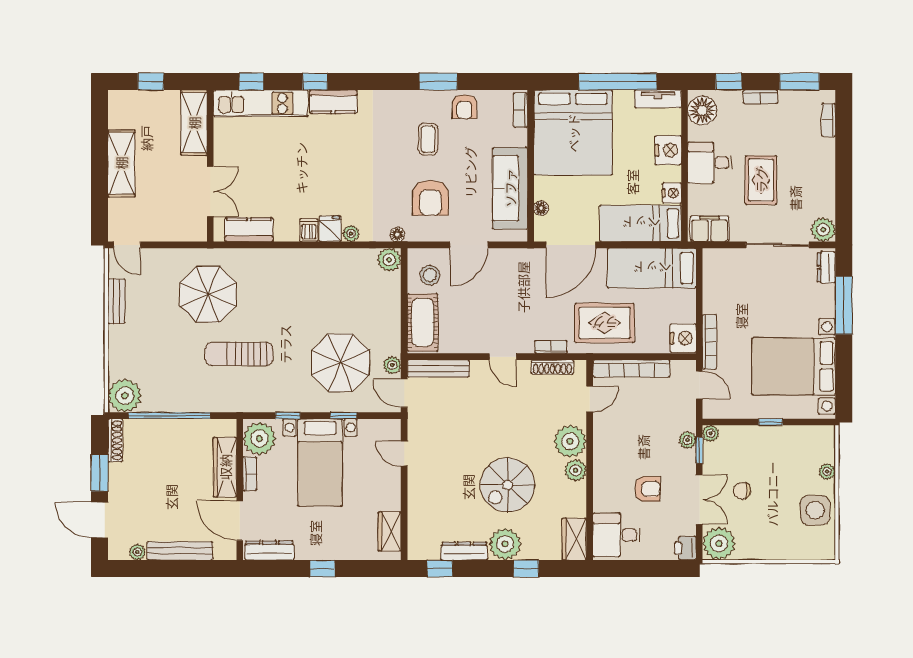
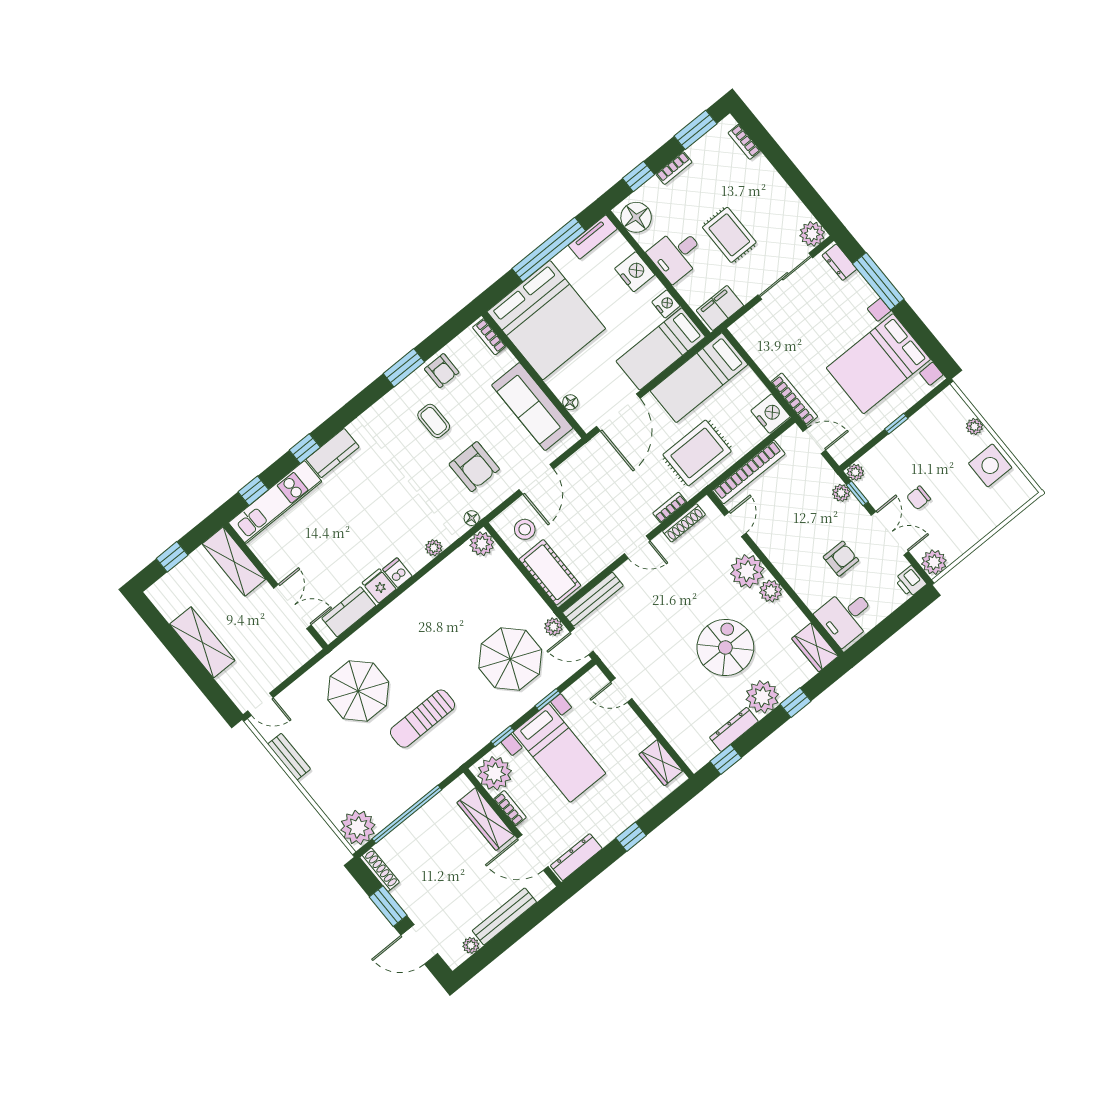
fridge: (330, 229) -> (379, 586), moved
spiral stairs: (508, 485) -> (725, 647), turned 180
plant: (719, 544) -> (934, 562), width x0.73, depth x0.73

